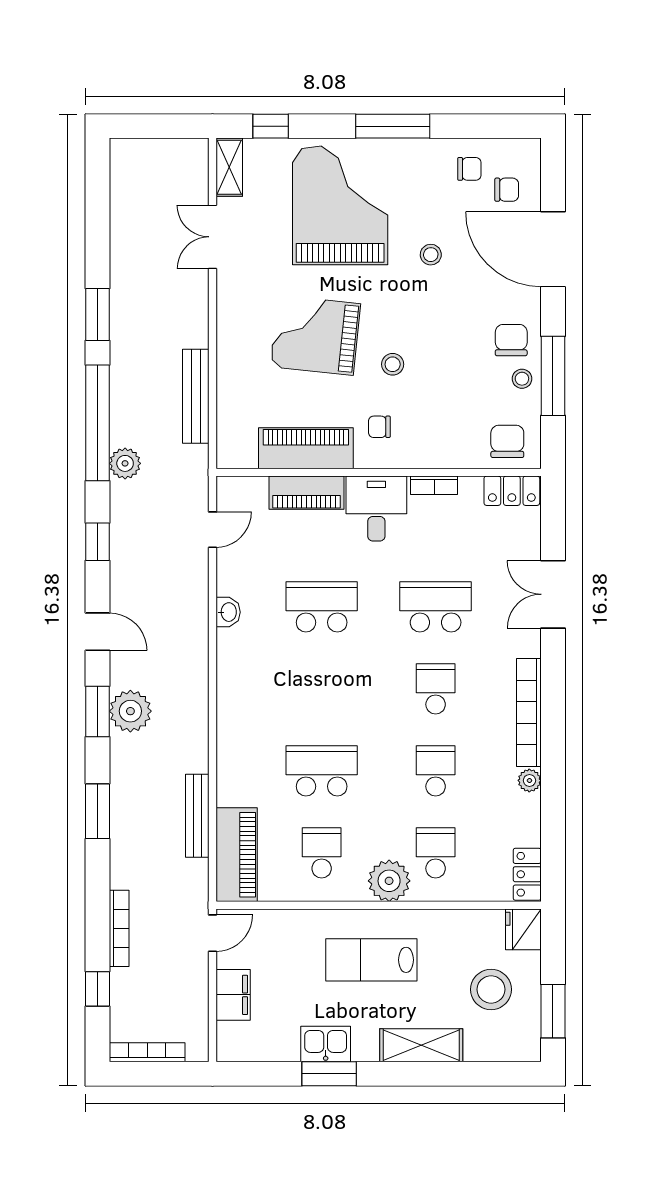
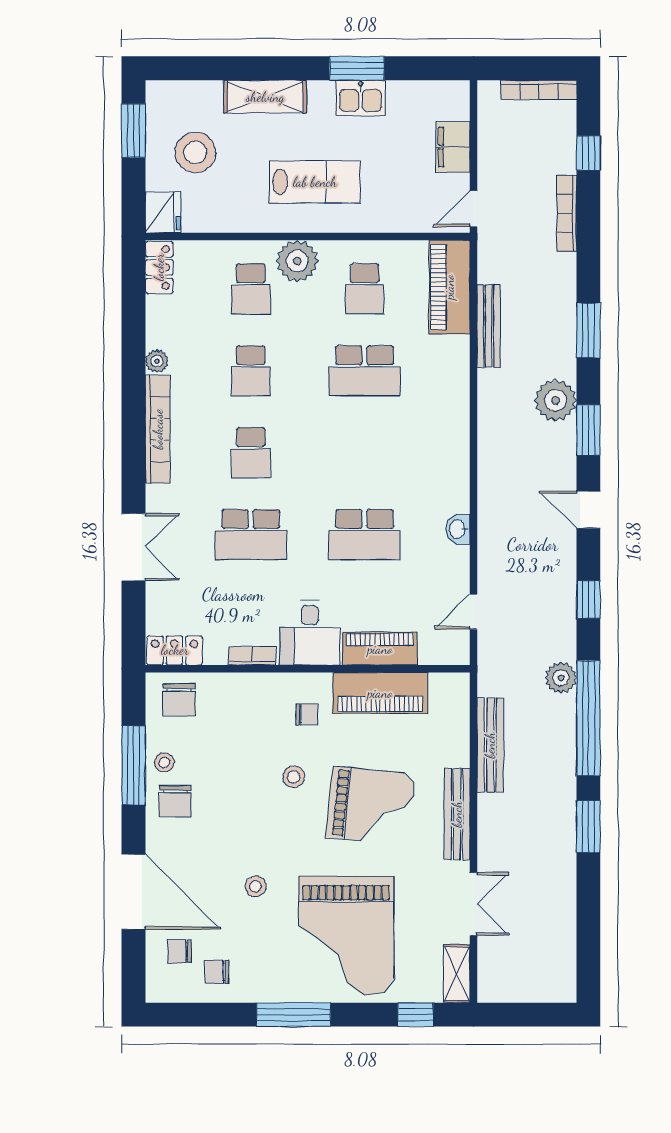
bench: (229, 327) -> (457, 814), added
plant: (130, 711) -> (556, 400), moved

